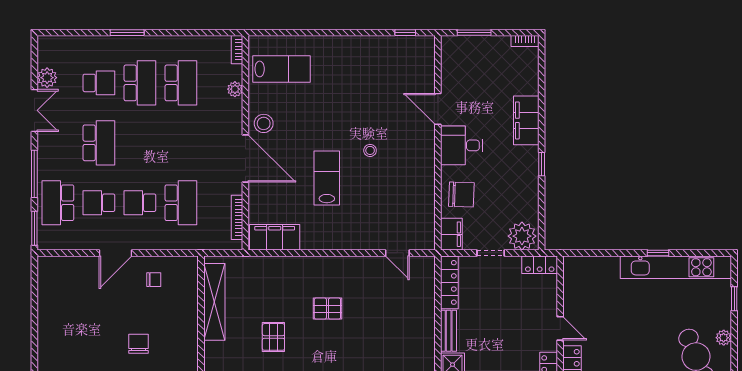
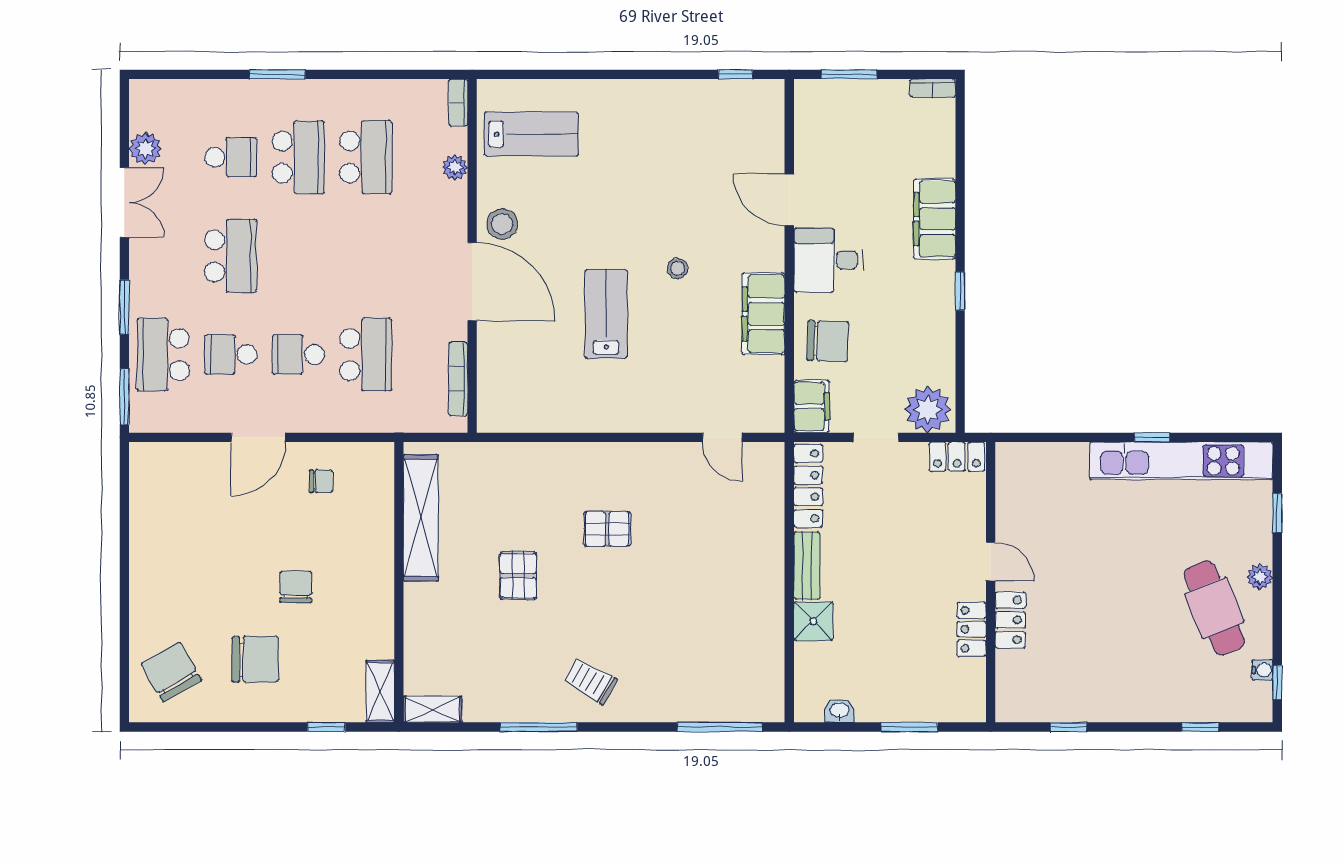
window: (34, 174) -> (124, 307), width x0.69
filing cabinet: (275, 237) -> (763, 314), moved, turned -90

